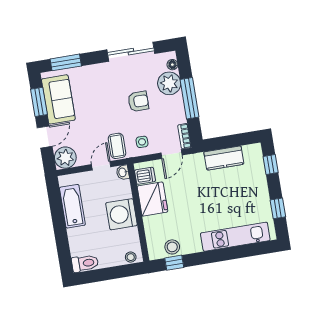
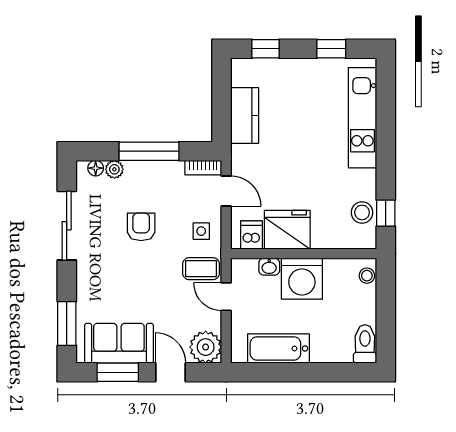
plant: (169, 83) -> (114, 169), width x0.53, depth x0.53
washbasin: (123, 172) -> (269, 267), moved

